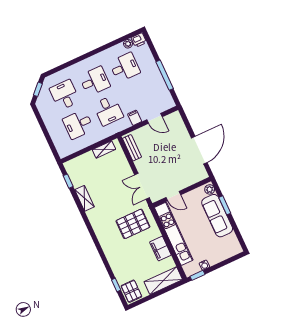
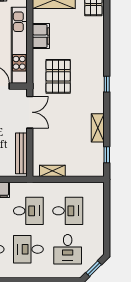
desk: (108, 110) -> (28, 211), turned 90
bench: (132, 148) -> (21, 153), width x1.36
pallet: (133, 224) -> (58, 76), turned 90
window: (116, 285) -> (107, 84), moved

